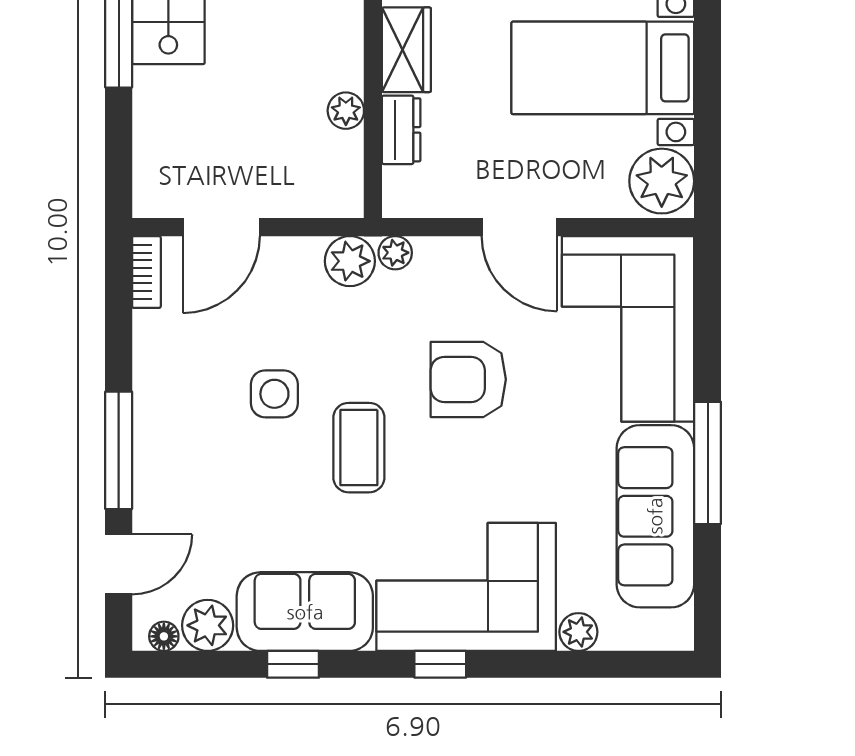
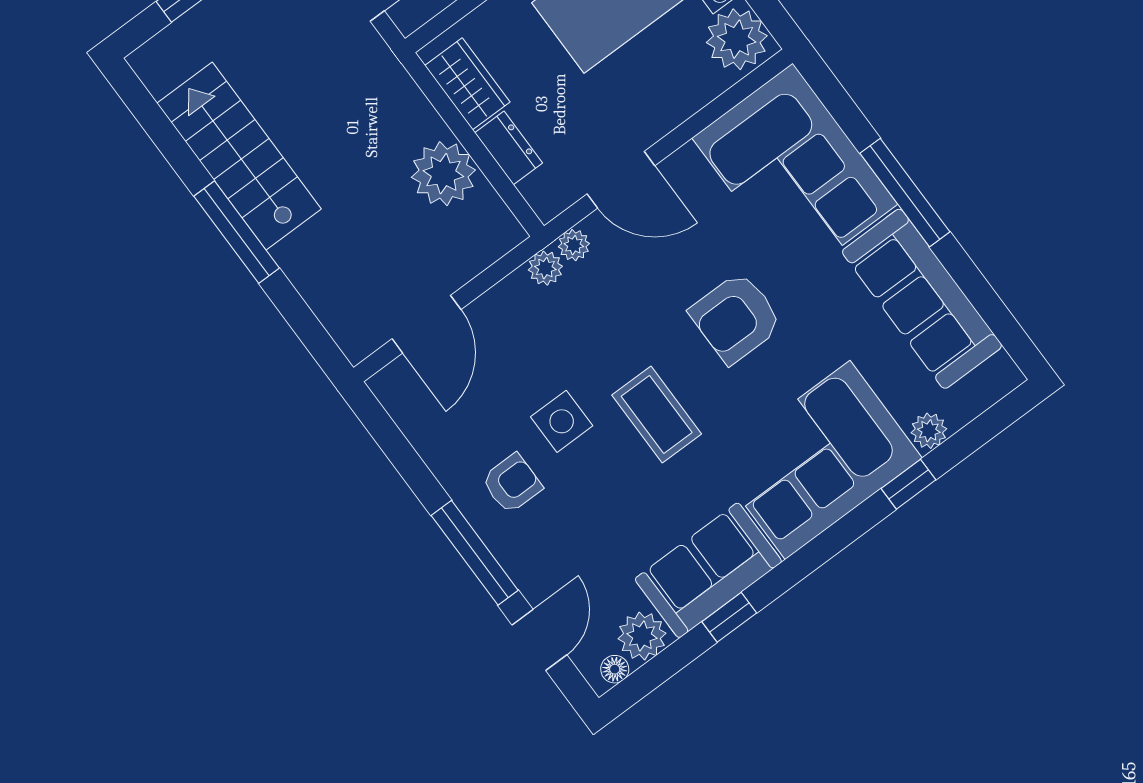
plant: (346, 111) -> (443, 174), width x1.87, depth x1.87
door: (519, 227) -> (621, 180), moved
plant: (350, 261) -> (545, 268), width x0.73, depth x0.73
bookcase: (146, 272) -> (395, 401), removed
armchair: (468, 379) -> (736, 318), moved
armchair: (193, 415) -> (512, 483), added
window: (708, 463) -> (905, 193), moved
window: (440, 664) -> (909, 484), moved

